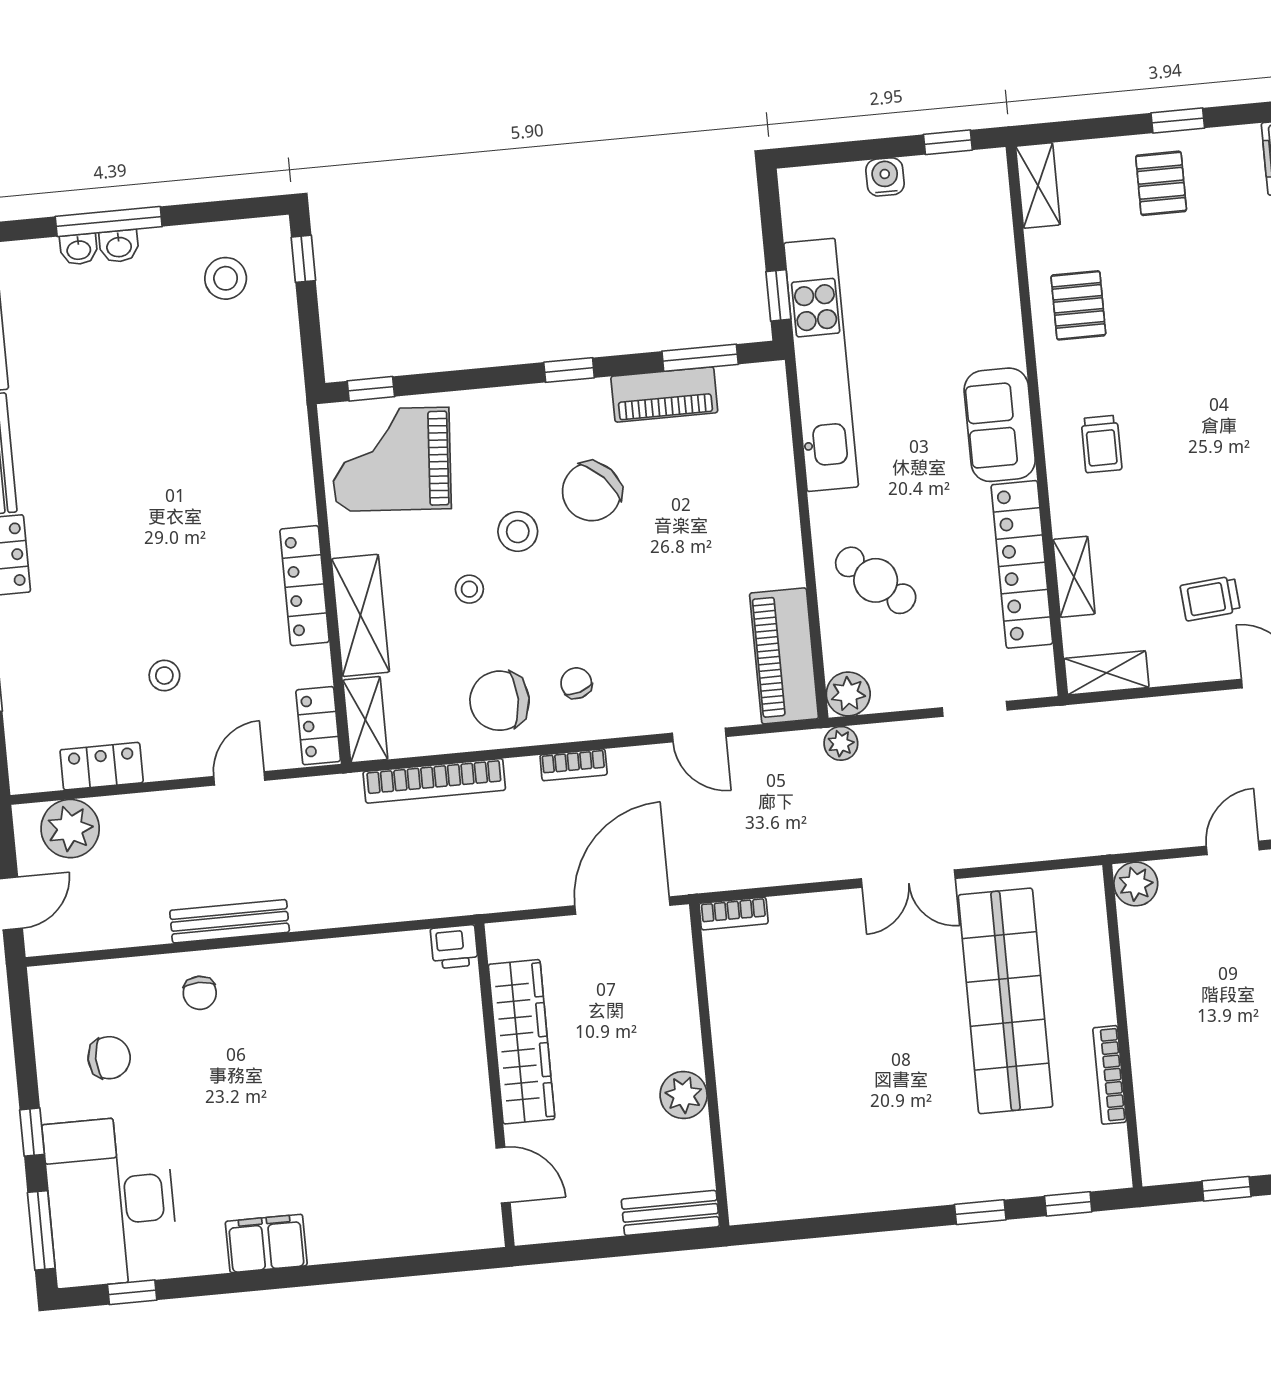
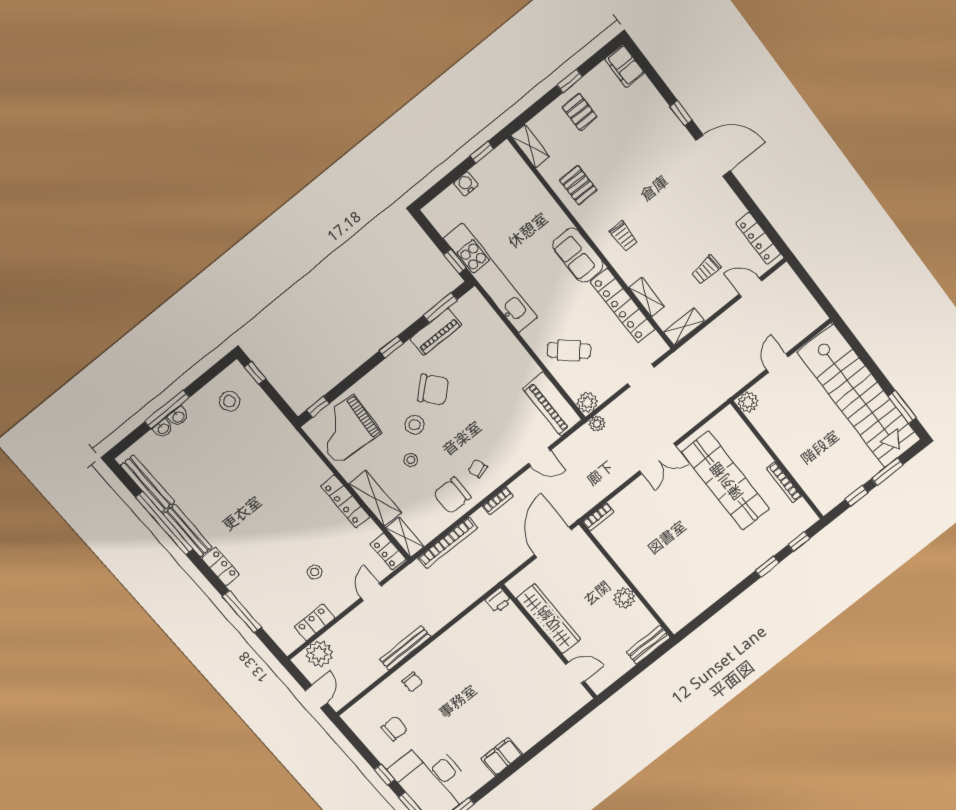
chair: (592, 492) -> (433, 390), turned -89

